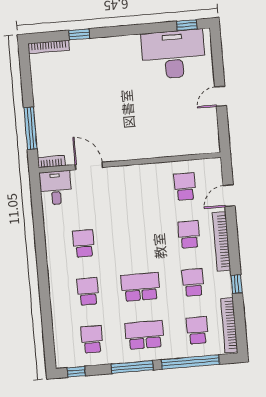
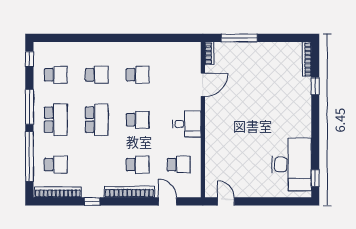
door: (221, 96) -> (226, 201), moved
desk: (56, 188) -> (187, 124), moved
school desk: (193, 282) -> (138, 120), moved

